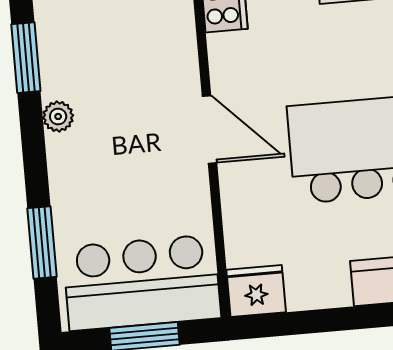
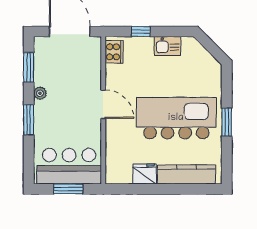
window: (42, 243) -> (29, 120), moved
fridge: (256, 291) -> (145, 174), moved

